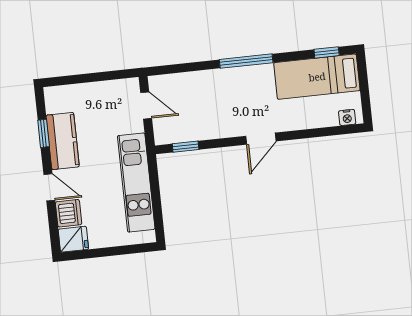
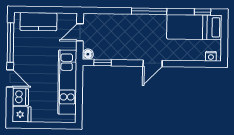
door: (146, 105) -> (80, 32), swing flipped
window: (44, 133) -> (10, 43), width x2.17
floor lamp: (162, 137) -> (88, 54), added
kitchen counter: (63, 141) -> (38, 22), moved, turned 90

